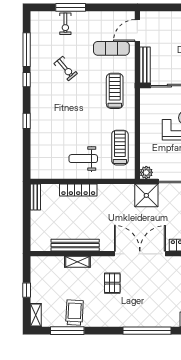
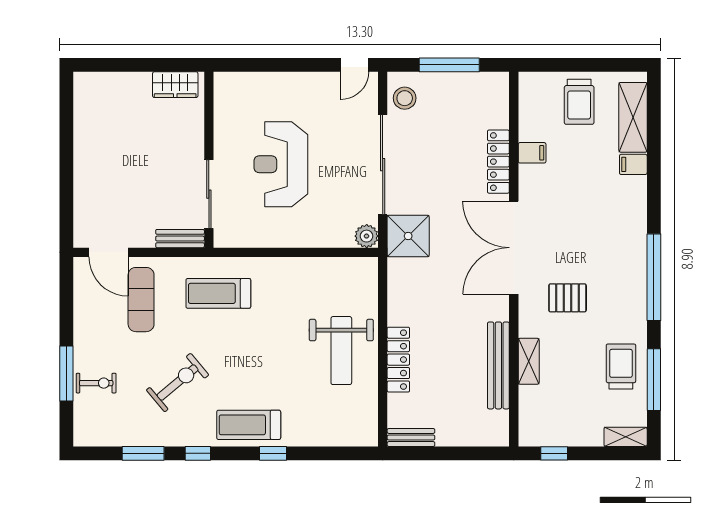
window: (27, 50) -> (143, 453), width x0.69
bench: (145, 65) -> (180, 239), width x0.73
exercise bike: (66, 68) -> (178, 382), width x1.38, depth x1.39
treadmill: (120, 148) -> (249, 425), moved
weight bench: (83, 159) -> (341, 351), width x1.36, depth x1.33
window: (27, 290) -> (554, 453), moved
trolley: (74, 313) -> (621, 367), turned 87
window: (147, 331) -> (654, 277), moved

